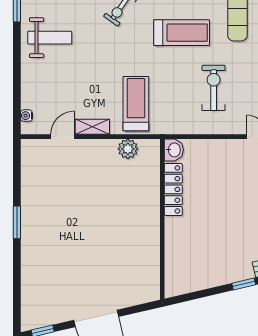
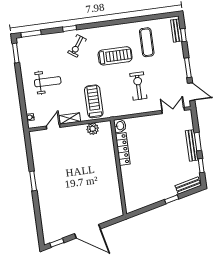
weight bench: (50, 38) -> (48, 82), moved

